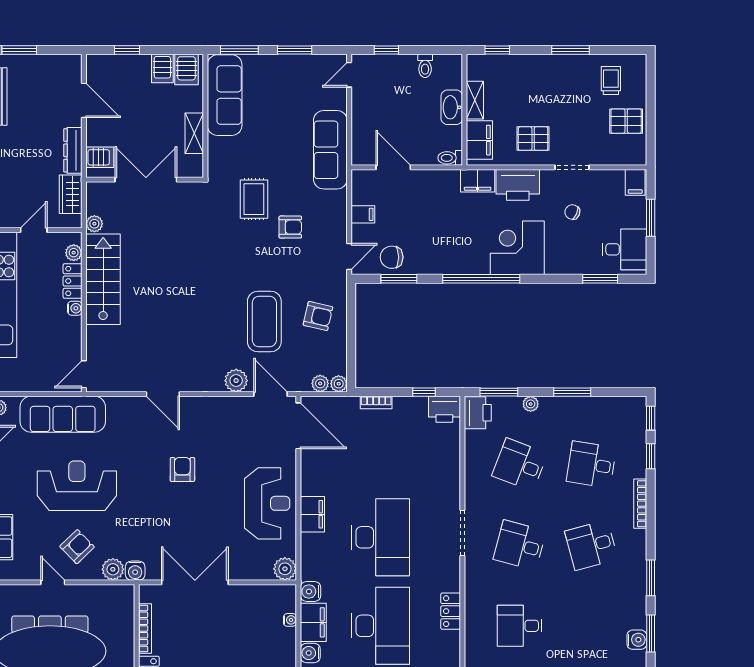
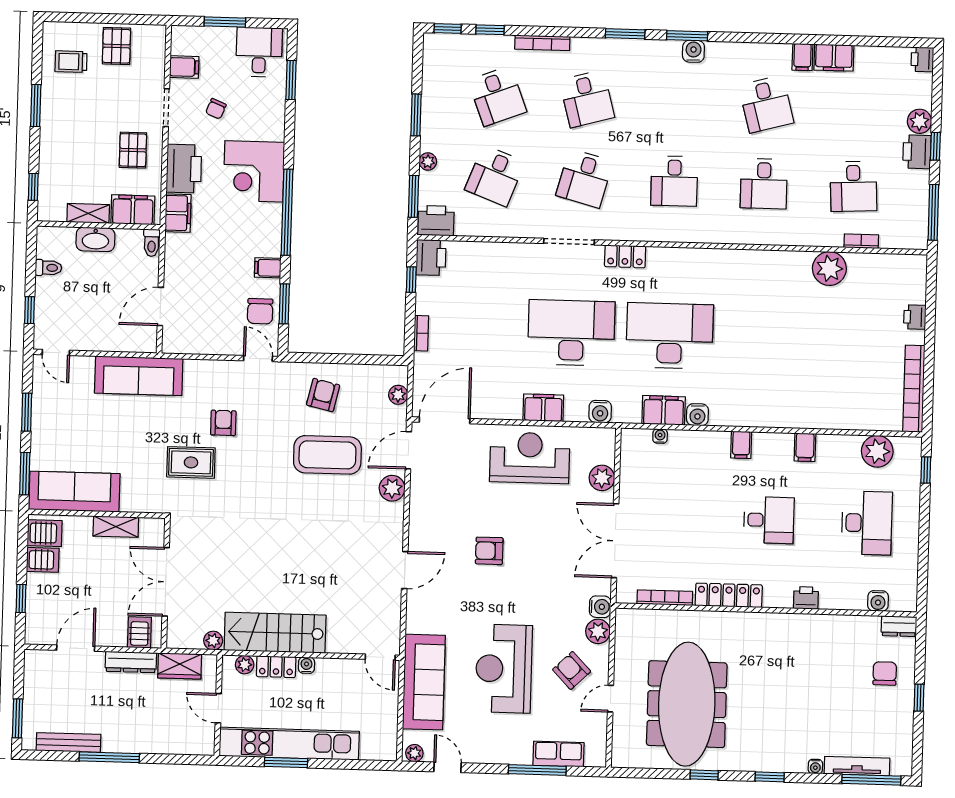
filing cabinet: (635, 182) -> (184, 67), moved
filing cabinet: (363, 214) -> (268, 268), moved, turned -90
plant: (339, 384) -> (399, 374), removed
desk: (591, 465) -> (497, 96), turned -30
plant: (285, 569) -> (602, 478), moved
water cooler: (311, 591) -> (600, 412), moved
locker: (451, 611) -> (625, 256), moved

